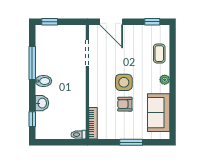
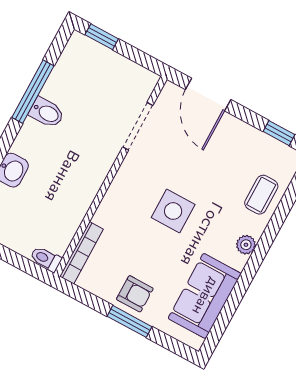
bidet: (43, 81) -> (47, 113), moved
armchair: (125, 104) -> (135, 294), moved, turned 180

